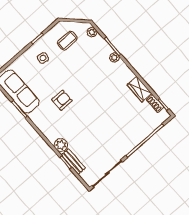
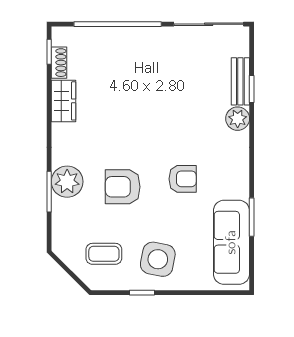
plant: (92, 32) -> (60, 236), removed
side table: (43, 58) -> (158, 259), width x1.87, depth x1.87
plant: (114, 58) -> (67, 182), width x1.88, depth x1.88
armchair: (84, 75) -> (123, 187), added
armchair: (62, 100) -> (183, 179), turned 180

